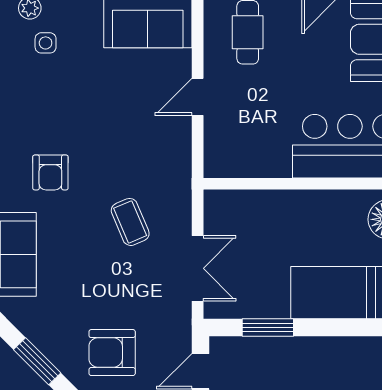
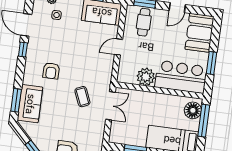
plant: (269, 157) -> (146, 77), added
double door: (198, 268) -> (111, 106), moved

